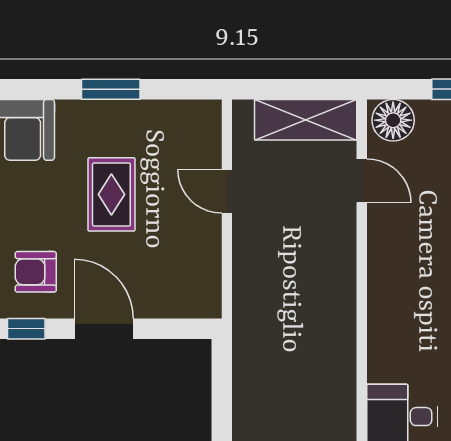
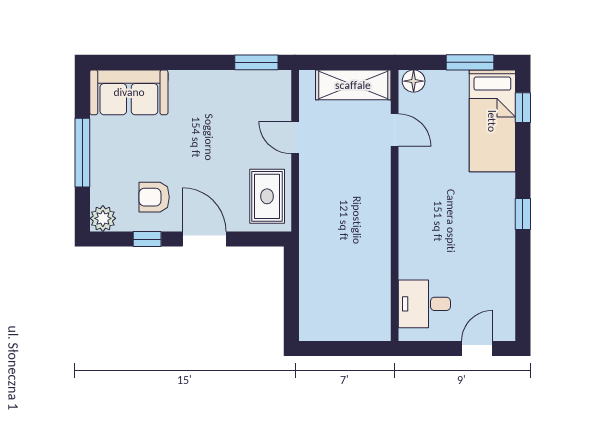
window: (111, 89) -> (256, 62), moved
floor lamp: (393, 120) -> (414, 81), width x0.73, depth x0.73
rug: (111, 194) -> (267, 196), moved

